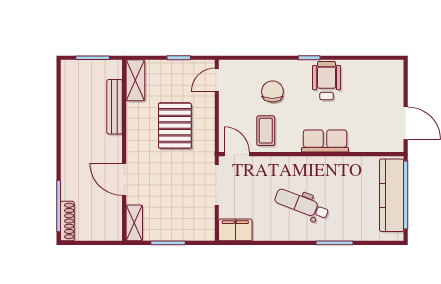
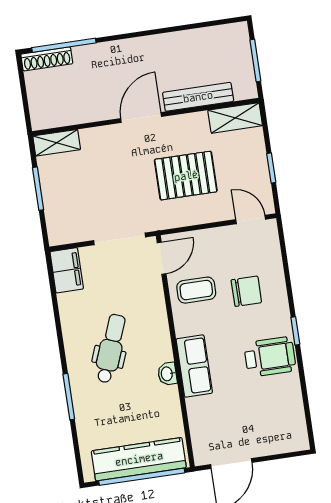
washbasin: (328, 163) -> (167, 374), added
door: (124, 179) -> (141, 118), moved

